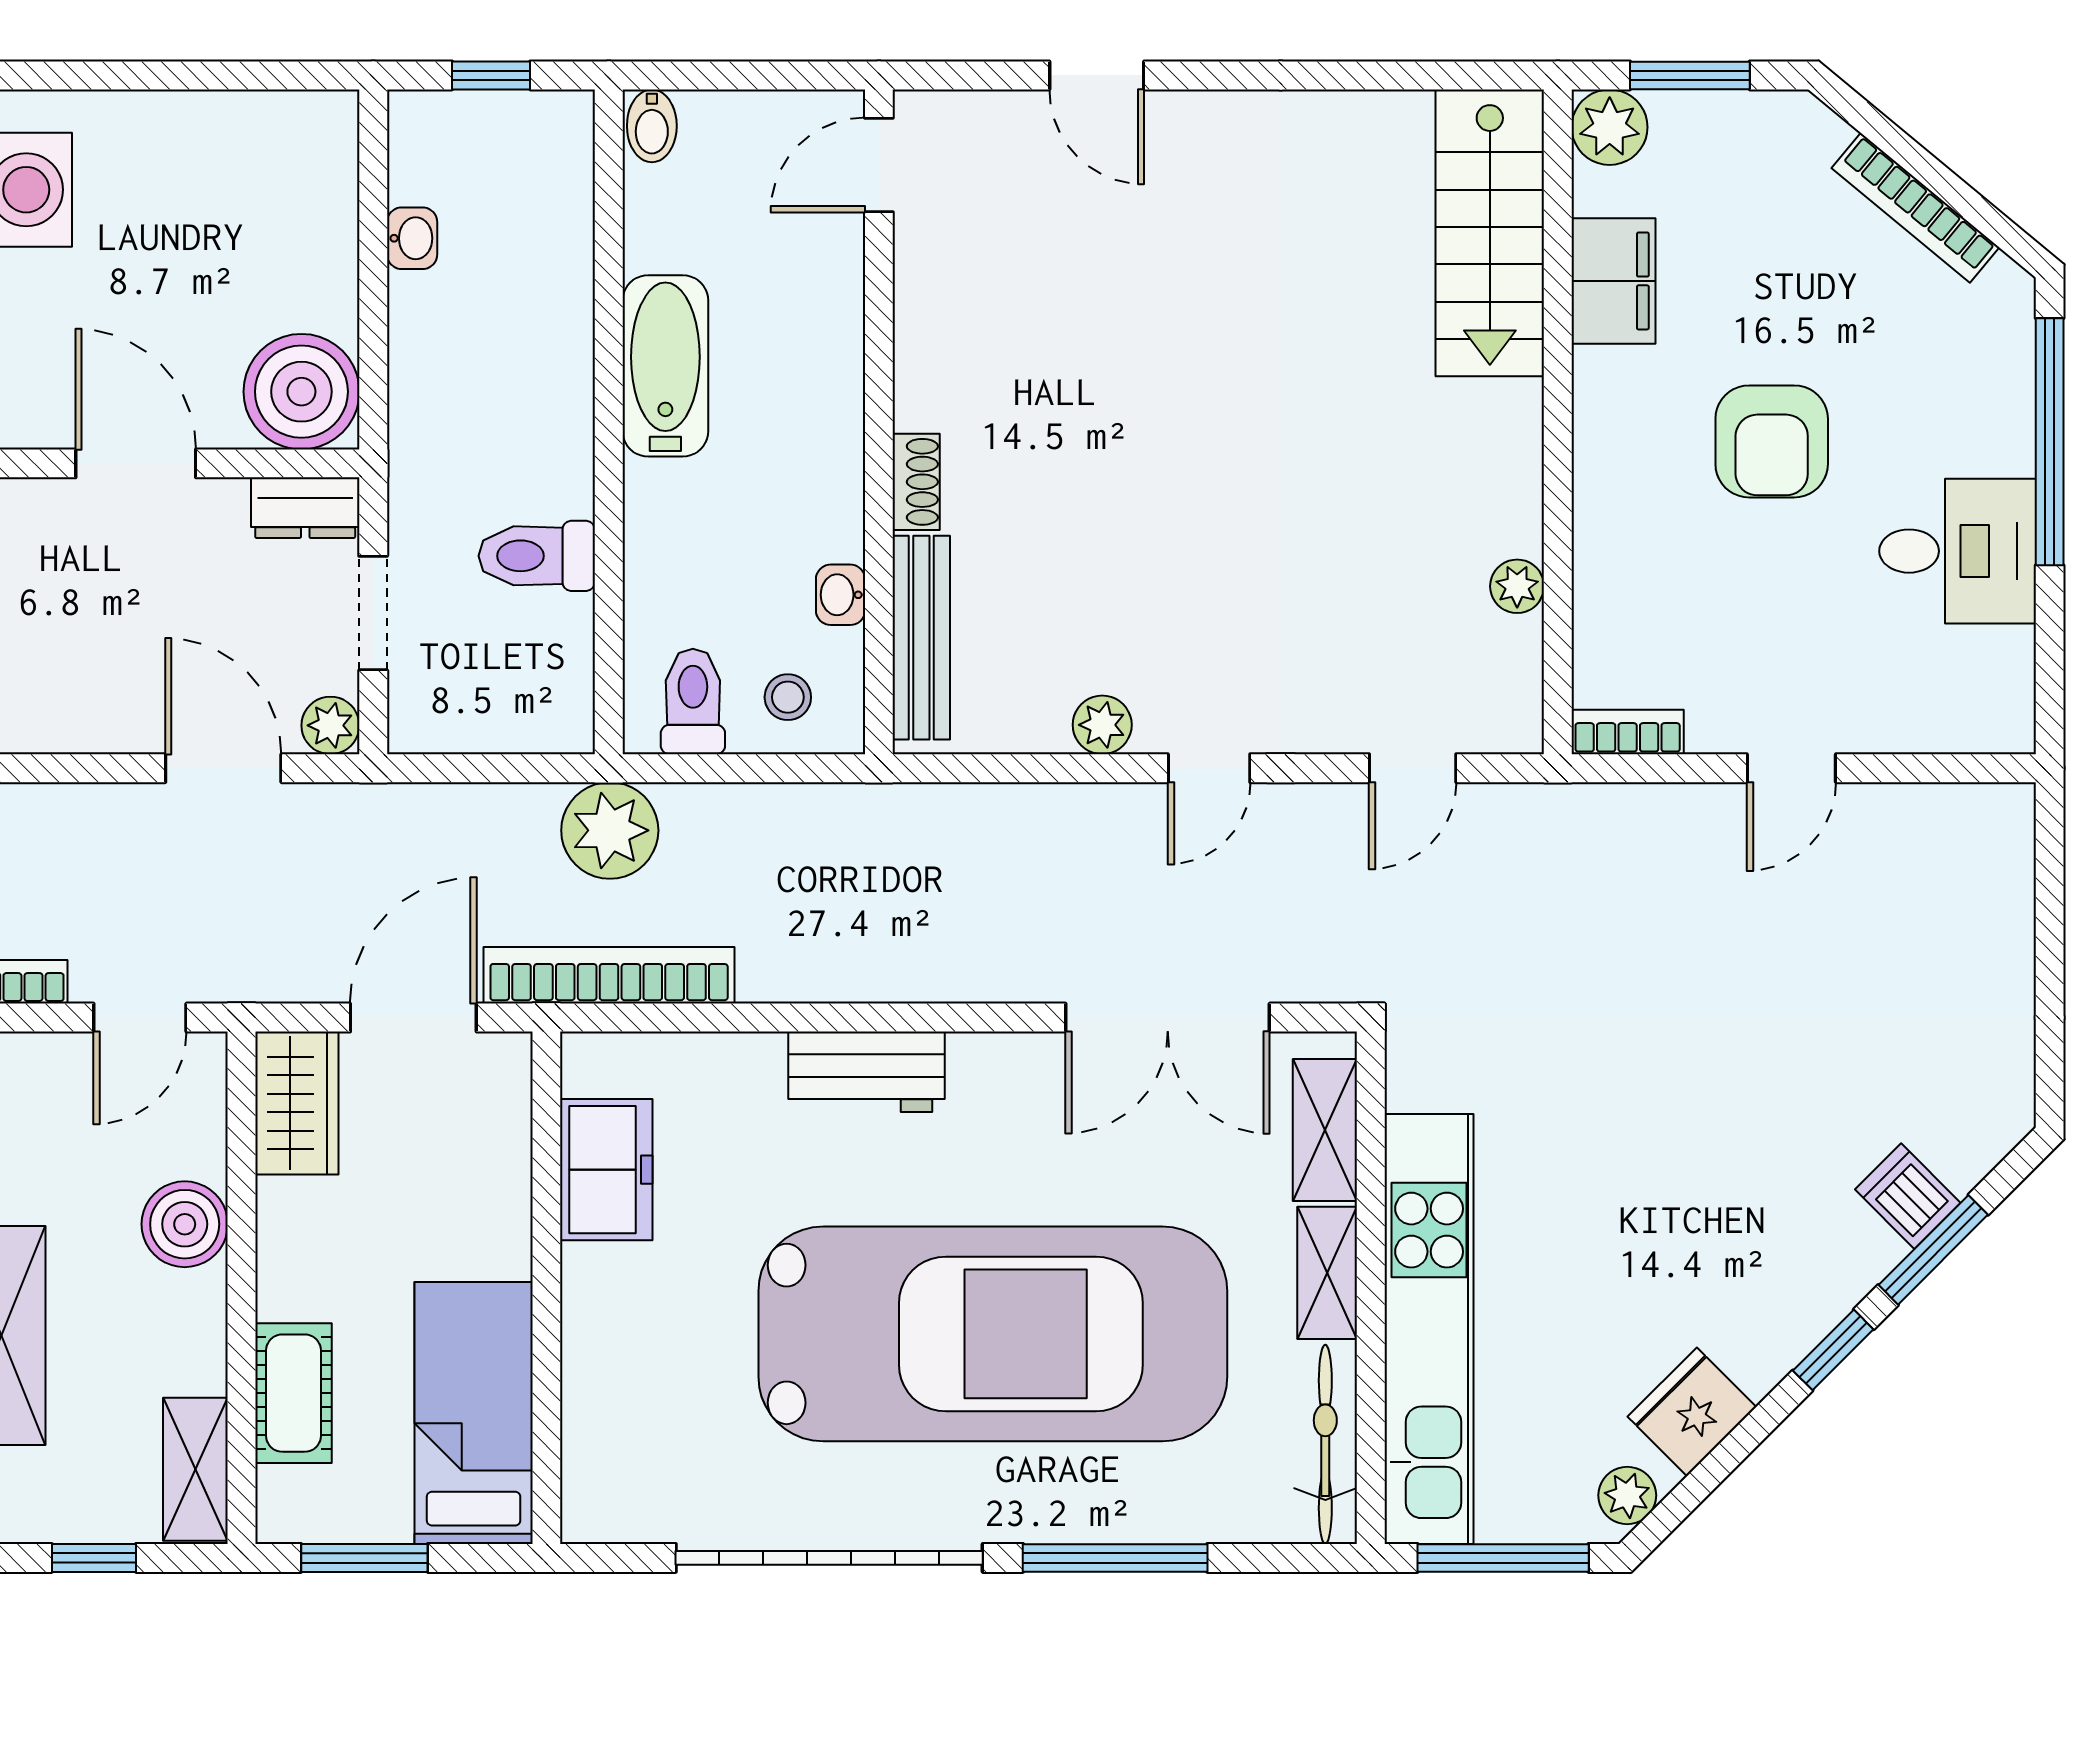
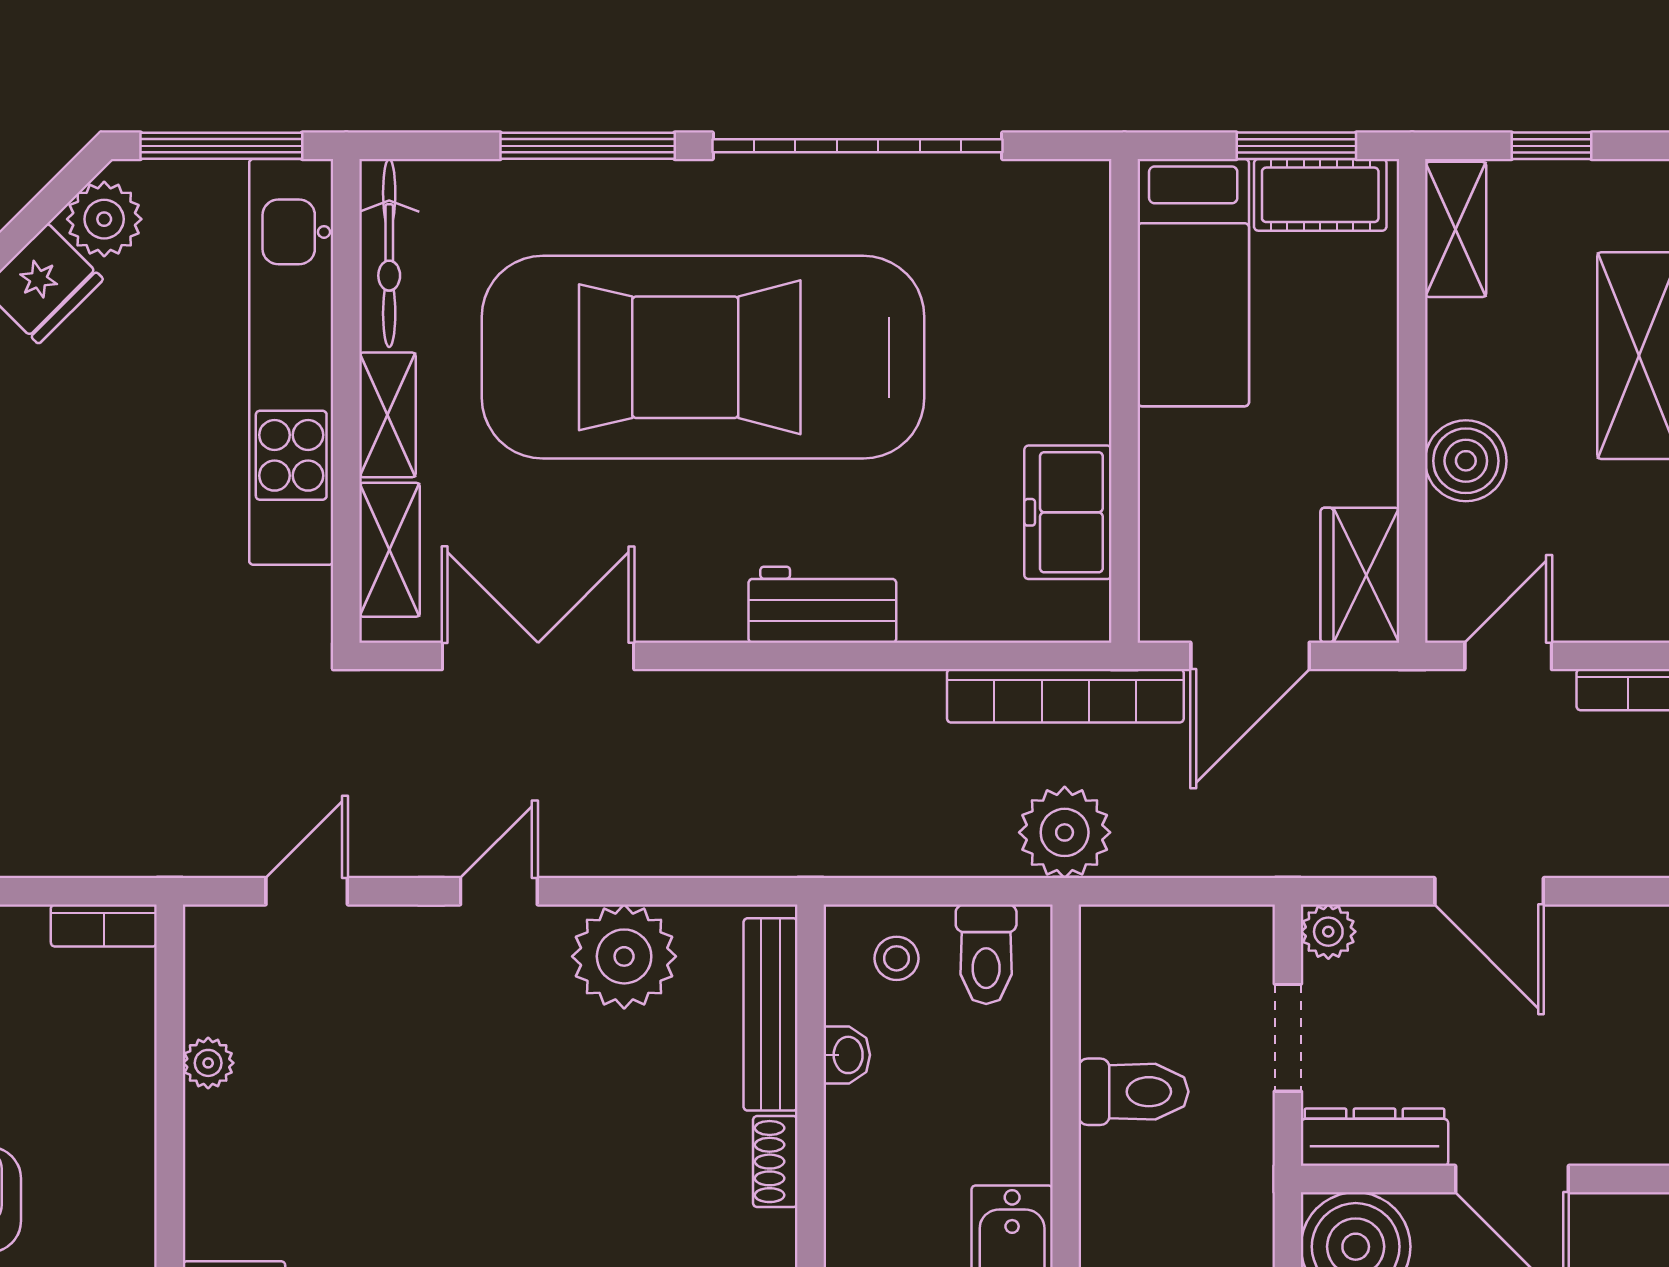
dresser: (305, 508) -> (1374, 1137), width x1.44
plant: (1102, 725) -> (624, 956), width x1.88, depth x1.88
door: (223, 768) -> (1489, 891), moved
cot: (294, 1393) -> (1320, 195), moved, turned 90
plant: (1627, 1495) -> (104, 219), width x1.38, depth x1.38

